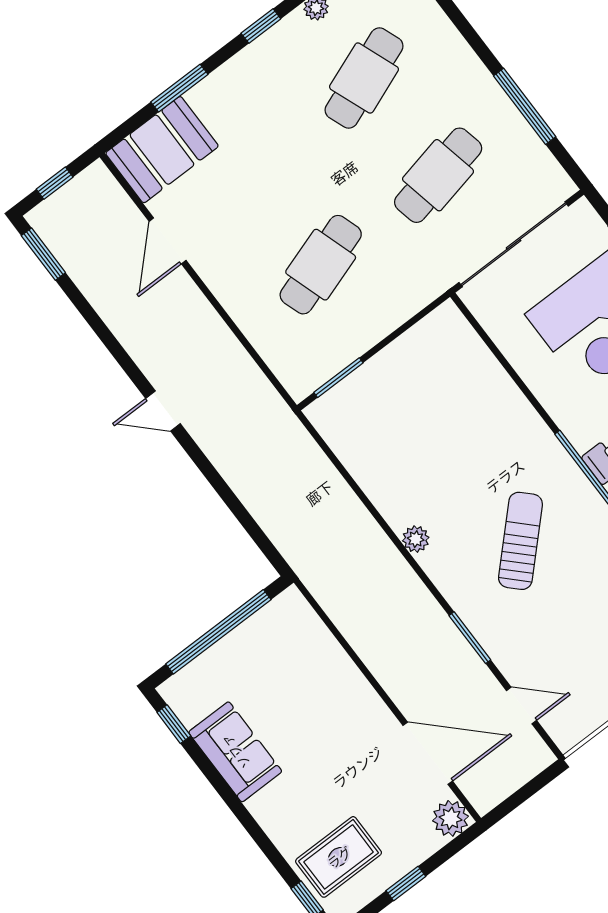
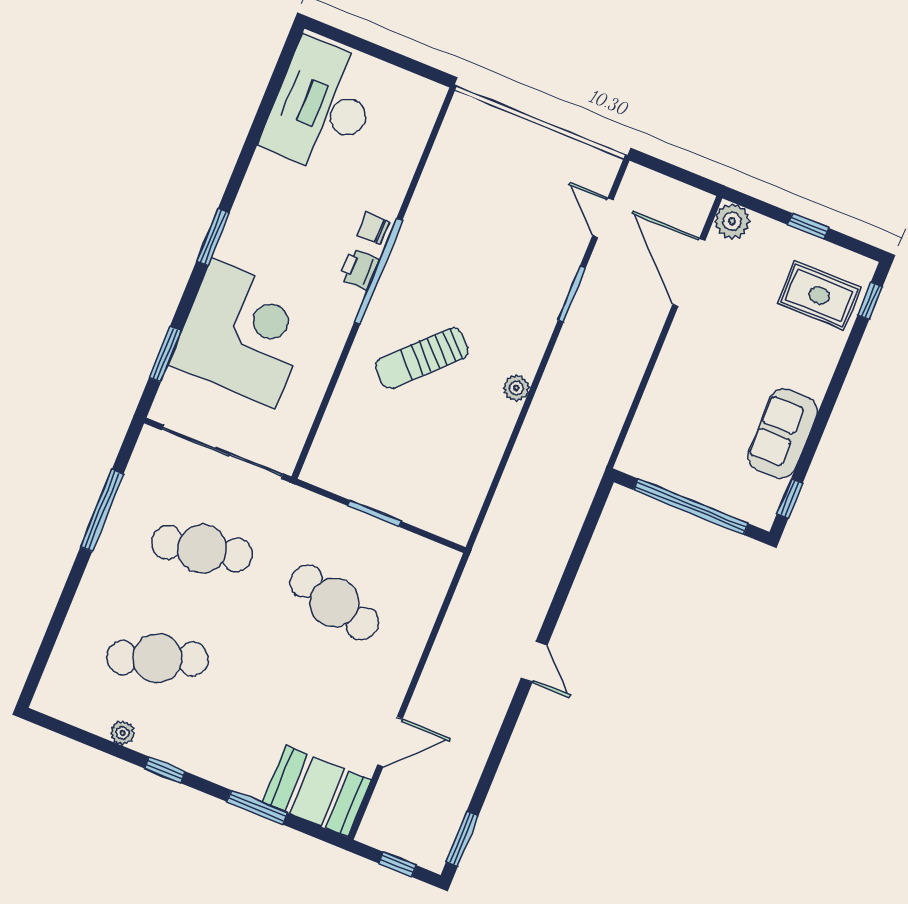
cafe table: (321, 265) -> (334, 602), turned 33
window: (338, 378) -> (375, 514), moved
sun lounger: (520, 541) -> (422, 358), moved

